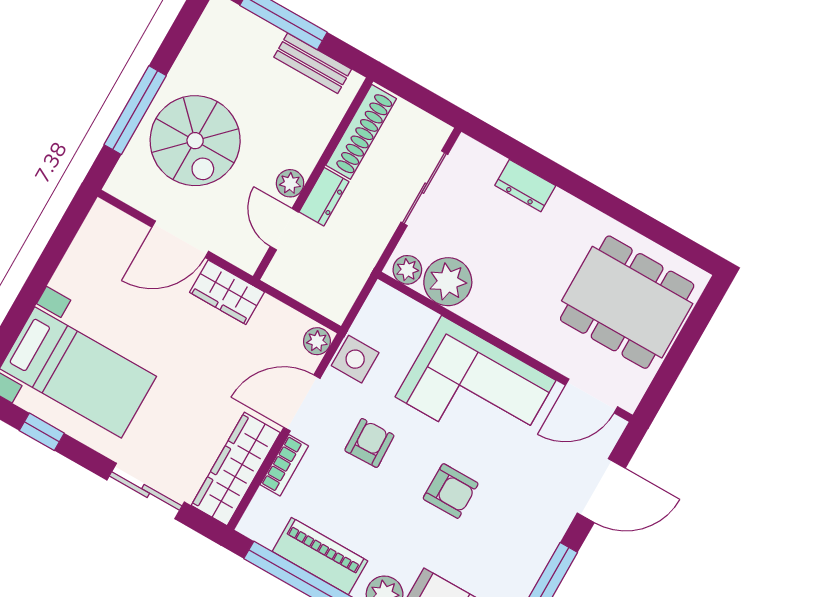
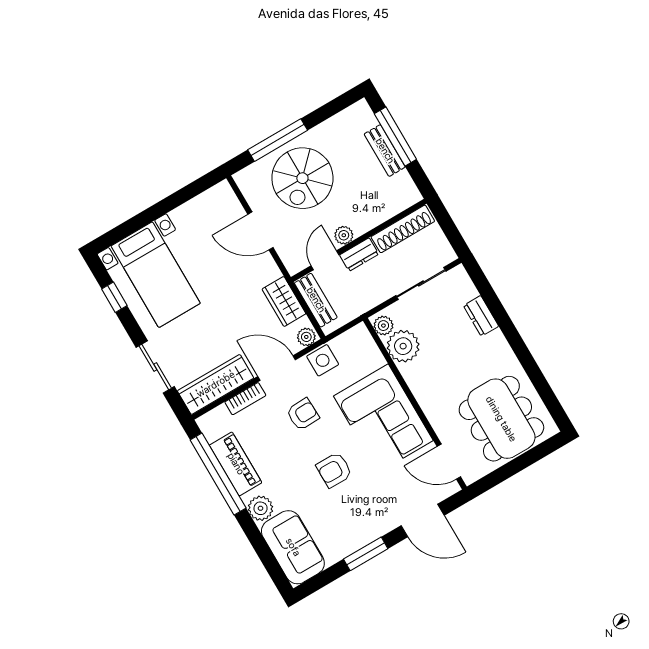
bench: (313, 63) -> (385, 151), moved
bench: (302, 287) -> (316, 300), added
wardrobe: (227, 292) -> (284, 301), moved
armchair: (451, 491) -> (334, 470), turned 90

